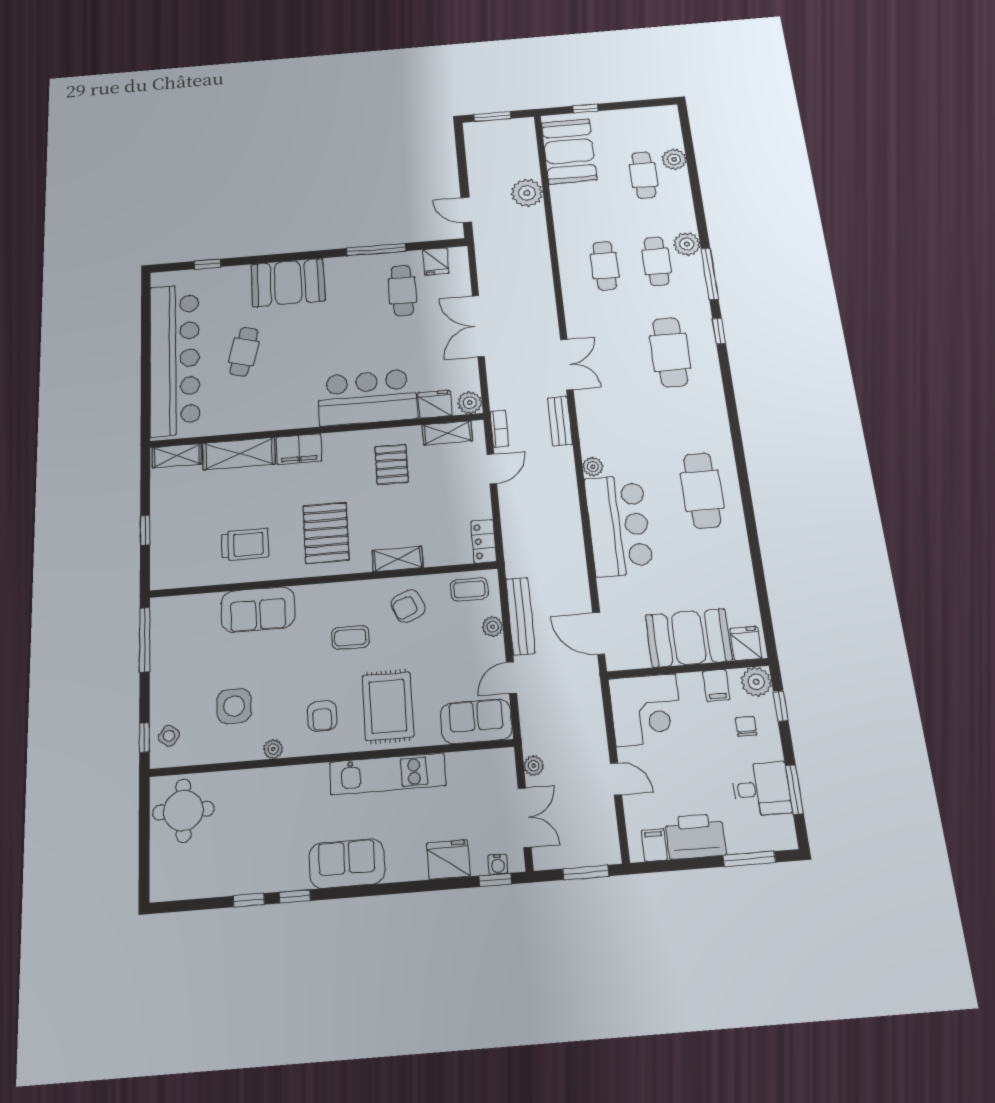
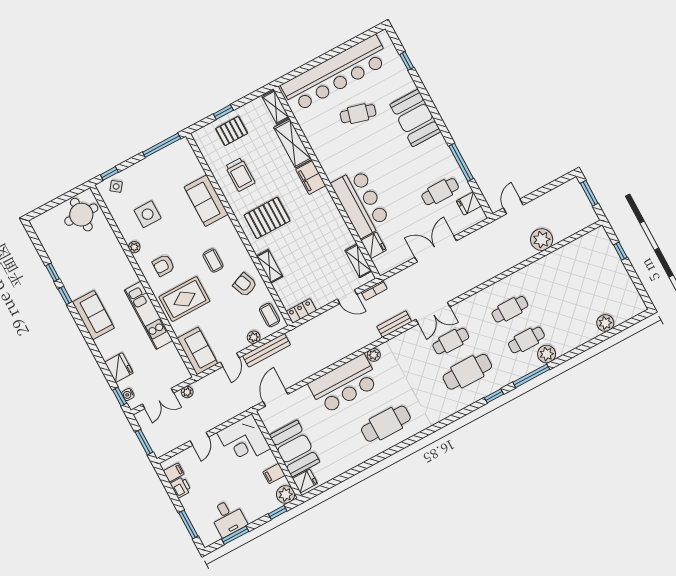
booth: (569, 151) -> (583, 254), removed
cafe table: (644, 175) -> (451, 341), moved
plant: (470, 403) -> (383, 266), removed
pallet: (392, 464) -> (232, 131), moved
door: (511, 677) -> (230, 360), swing flipped
chair: (746, 726) -> (258, 498), removed
printer: (695, 836) -> (181, 487), width x0.53, depth x0.68

